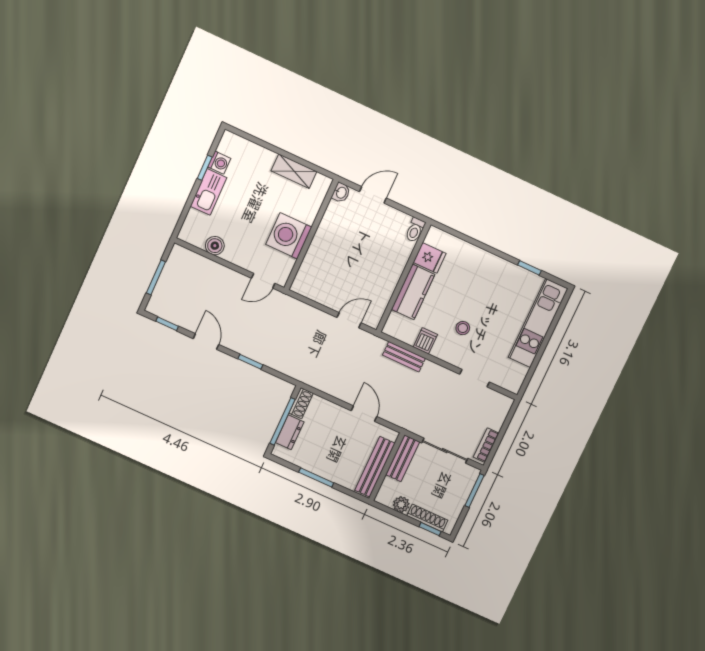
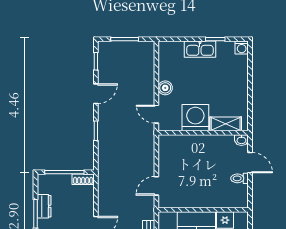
washing machine: (219, 163) -> (242, 48), moved
shelving: (294, 171) -> (226, 124), moved, turned 90
toilet: (415, 230) -> (240, 178), moved
boiler: (215, 246) -> (165, 88), moved
door: (349, 320) -> (156, 186), swing flipped
dresser: (290, 432) -> (44, 206), moved, turned -90

